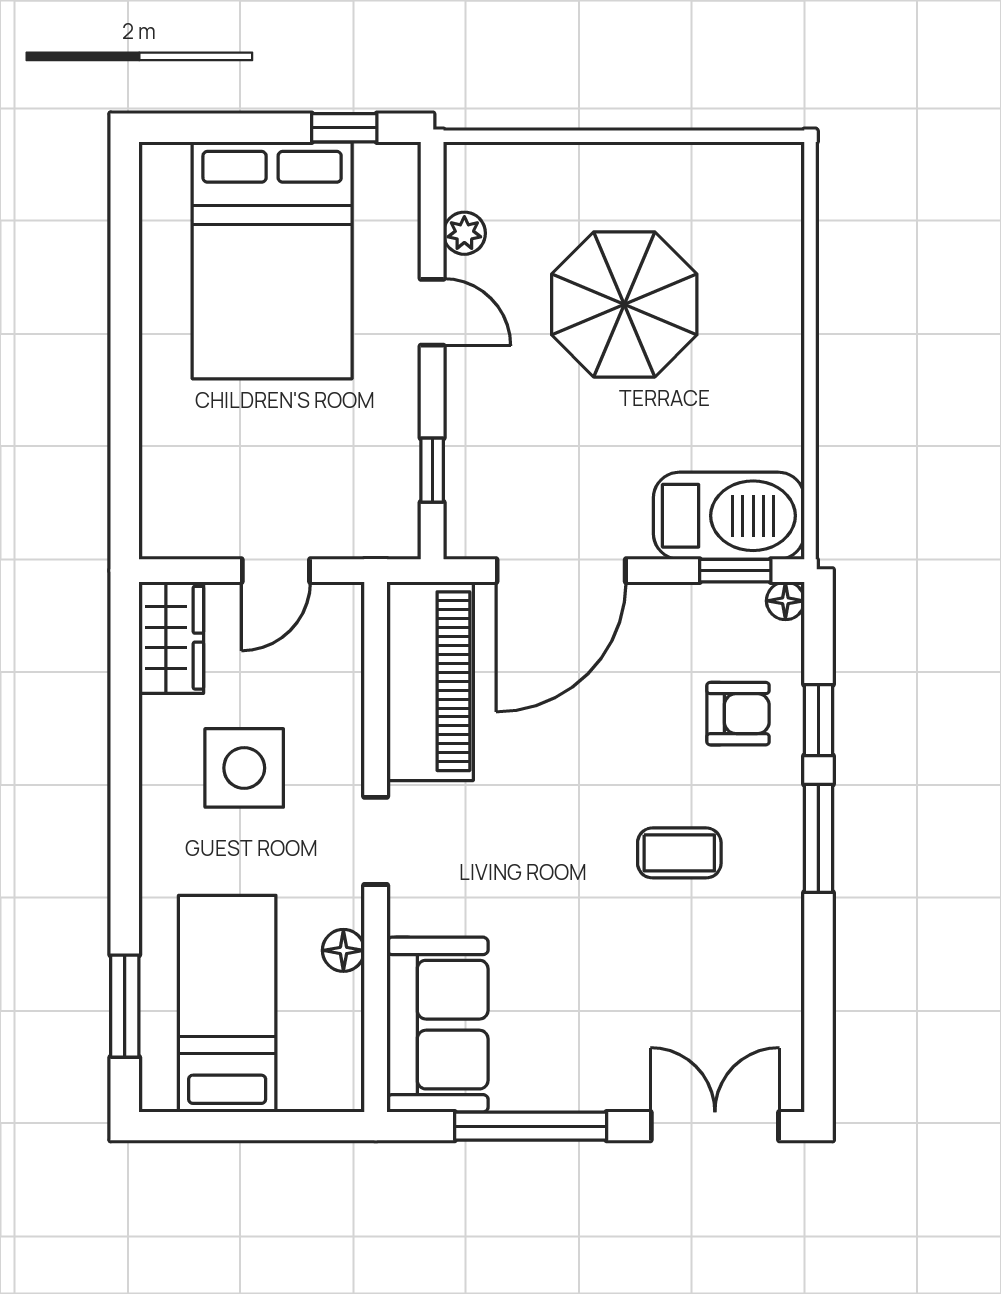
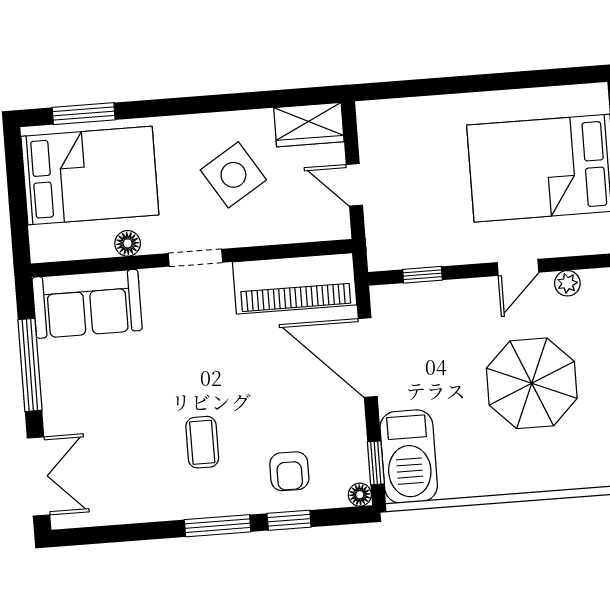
side table: (244, 768) -> (233, 175), turned -32
bed: (227, 1004) -> (90, 176), width x1.50

